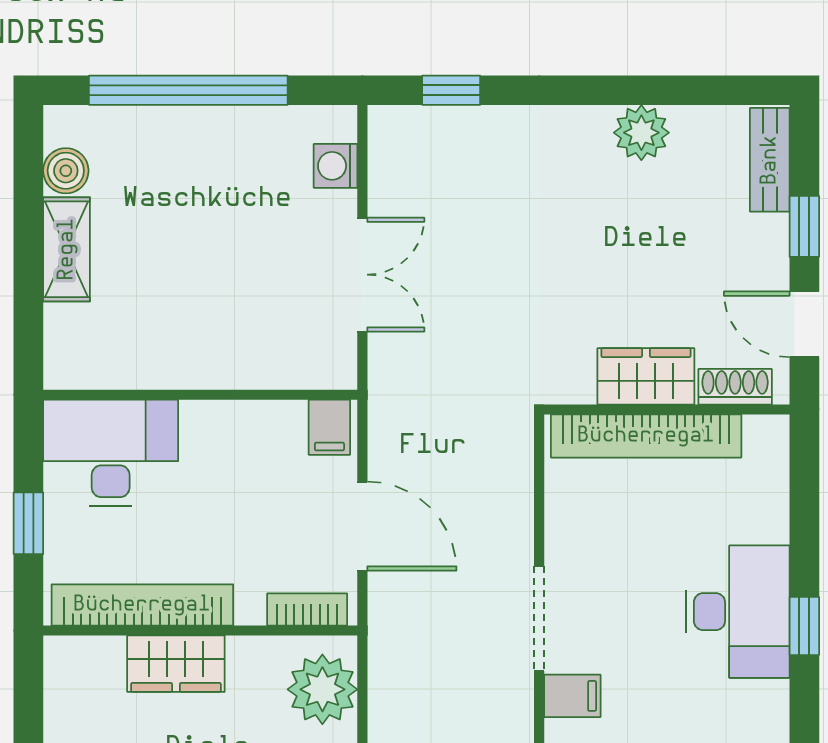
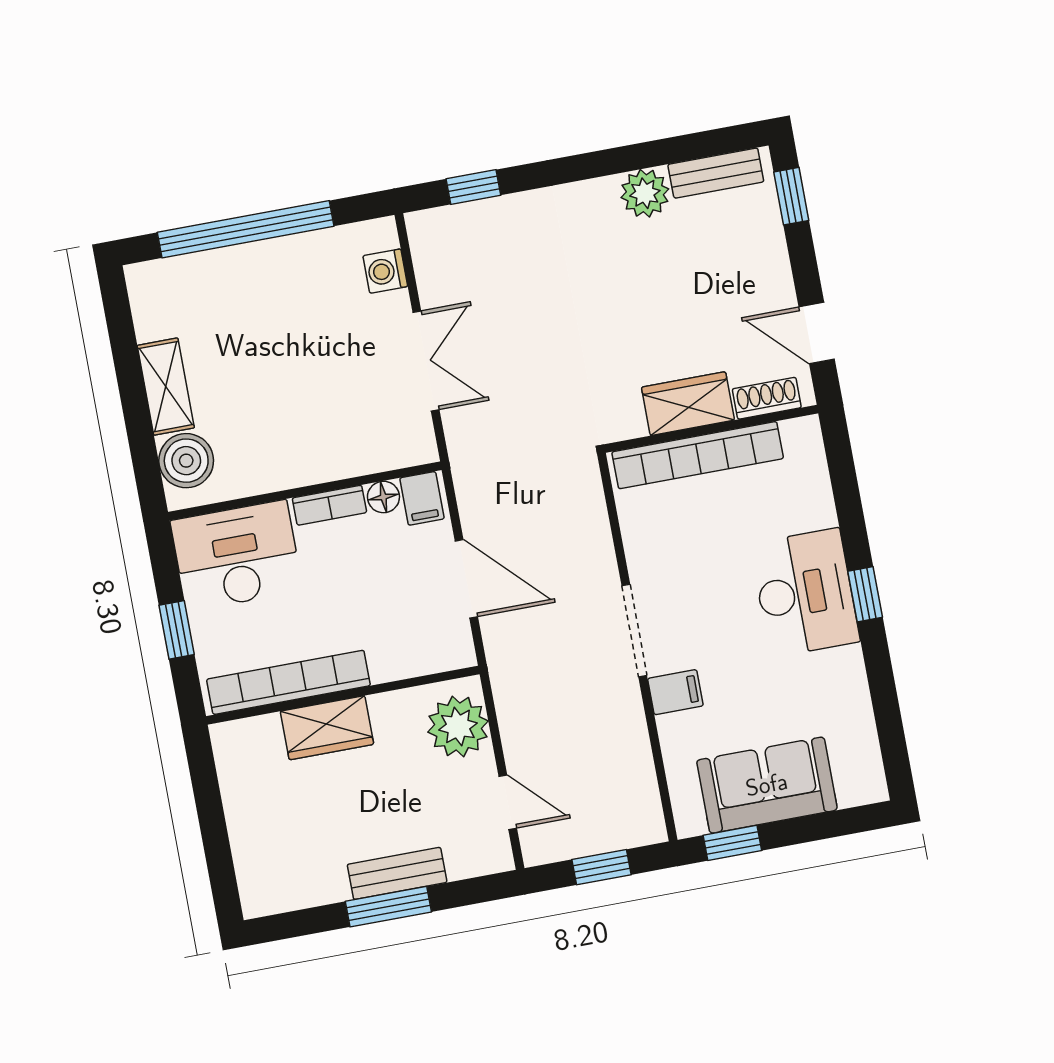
bench: (770, 160) -> (716, 173), moved, turned 90
boiler: (66, 171) -> (186, 461), moved, width x1.36, depth x1.36
window: (804, 226) -> (791, 196), moved
floor lamp: (287, 418) -> (383, 497), added
bookcase: (307, 609) -> (329, 505), moved, turned 180

